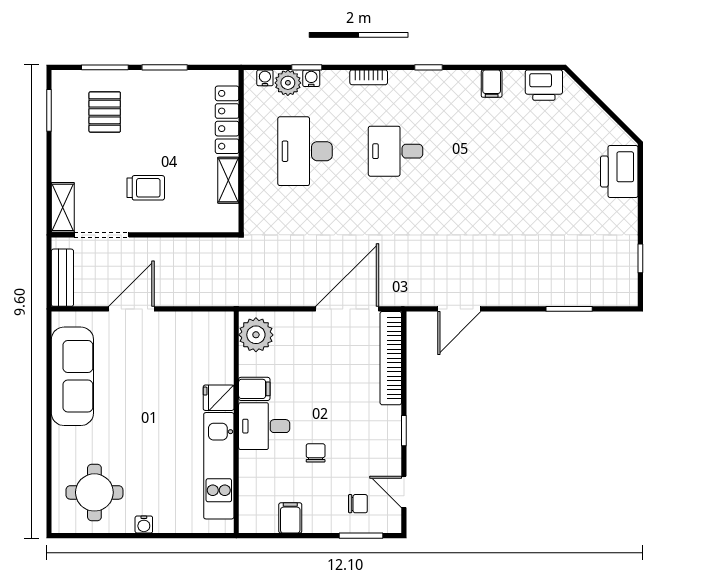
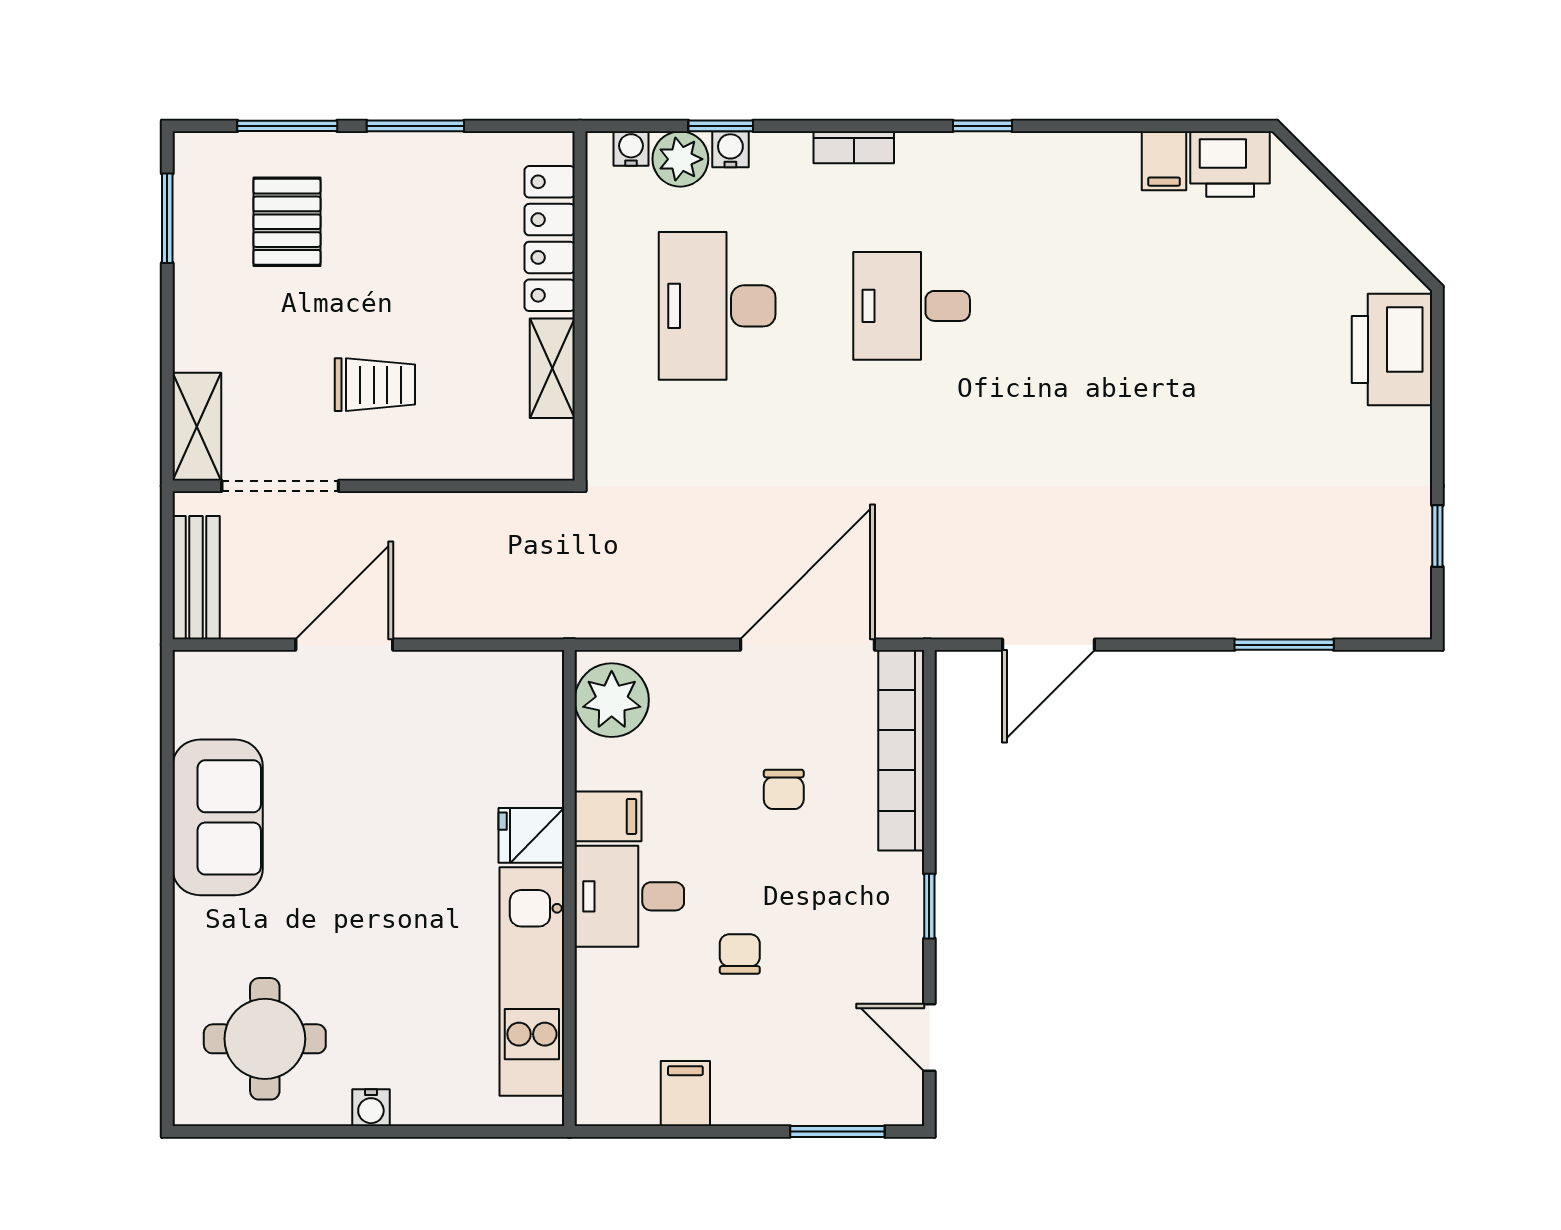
filing cabinet: (492, 84) -> (1164, 161), moved
sofa: (72, 376) -> (218, 817), width x0.73
chair: (358, 504) -> (784, 789), moved, turned 90

